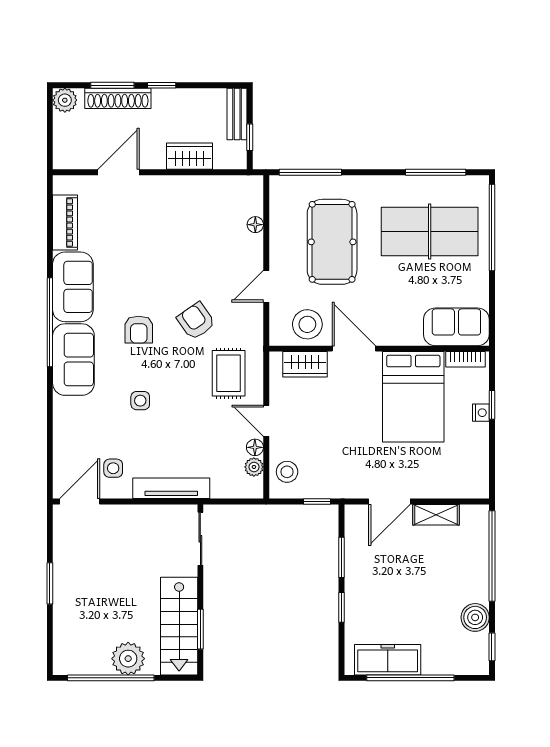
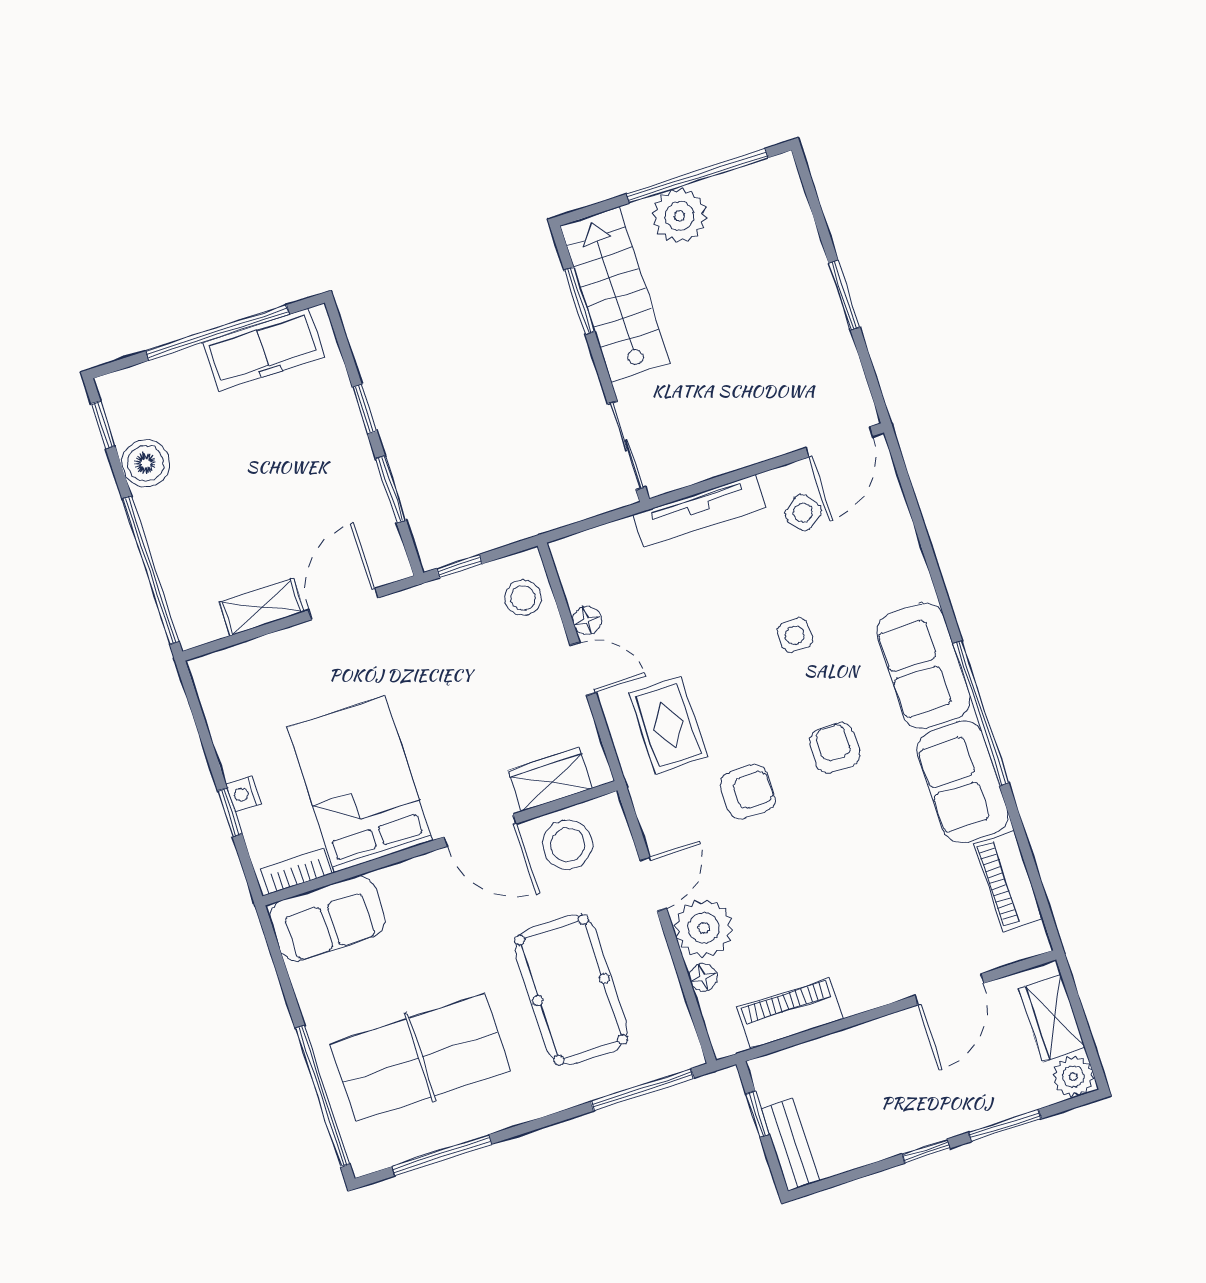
shoe rack: (118, 98) -> (989, 1107), removed
wardrobe: (189, 156) -> (1052, 1018), moved, turned 90
piano: (213, 188) -> (790, 1014), added
armchair: (196, 321) -> (747, 792), turned -55
plant: (254, 467) -> (704, 928), moved, width x1.88, depth x1.88
side table: (113, 468) -> (803, 513), turned -37

